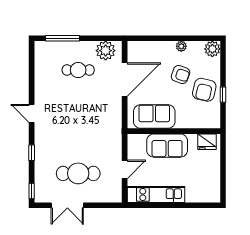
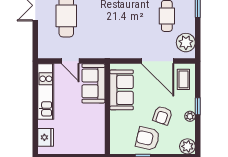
window: (171, 38) -> (198, 106), added
coffee table: (143, 53) -> (183, 79), added
fridge: (207, 142) -> (46, 137), moved, turned 180
sofa: (167, 146) -> (93, 83), moved

